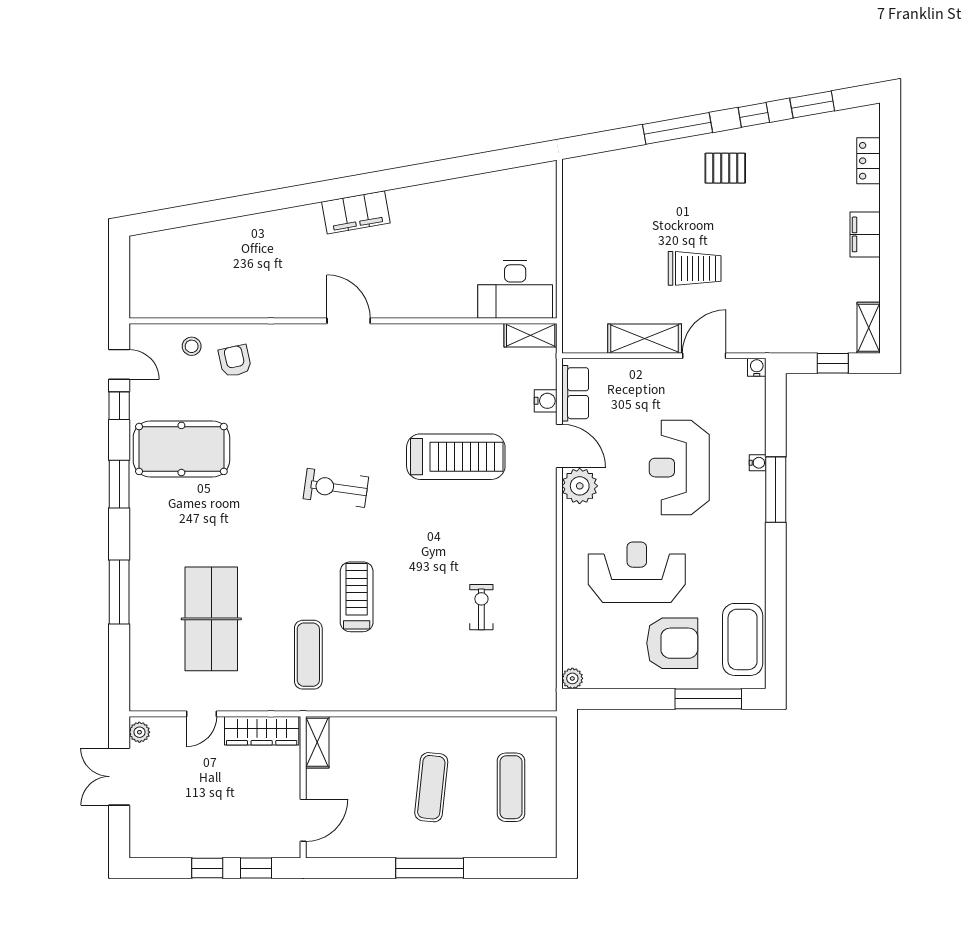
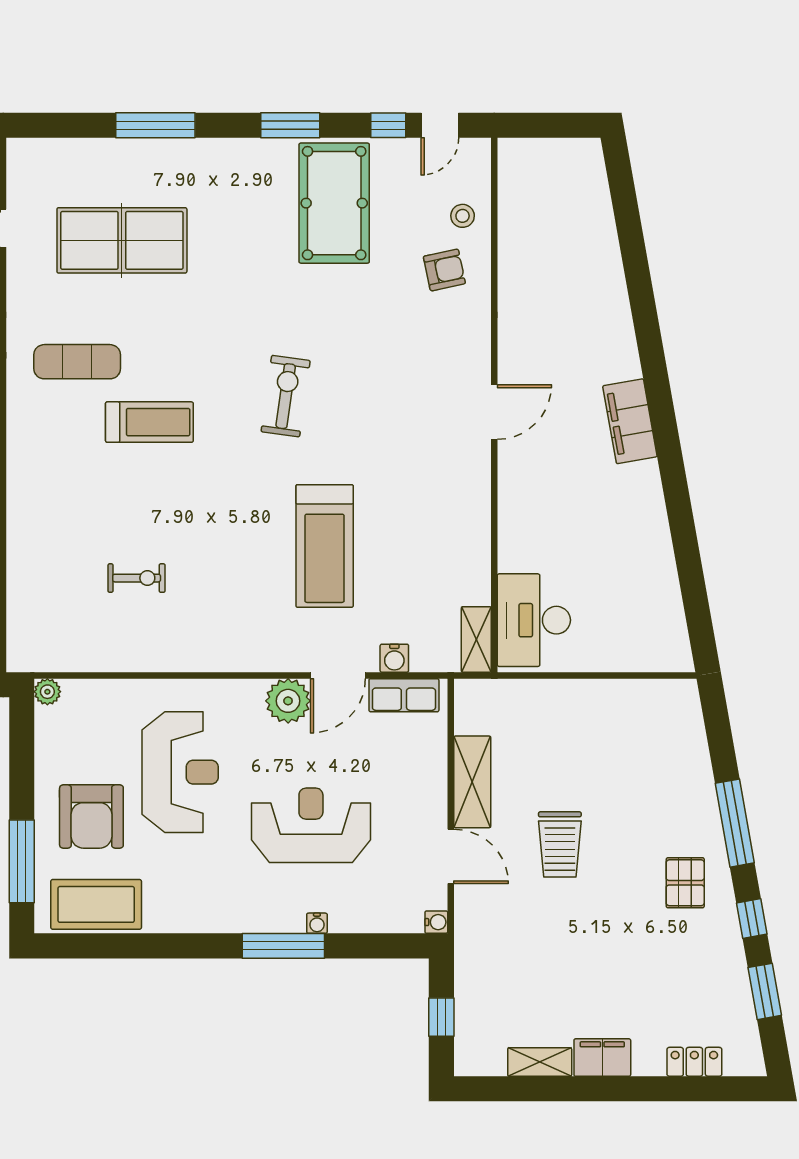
shelving: (869, 328) -> (540, 1062), moved

